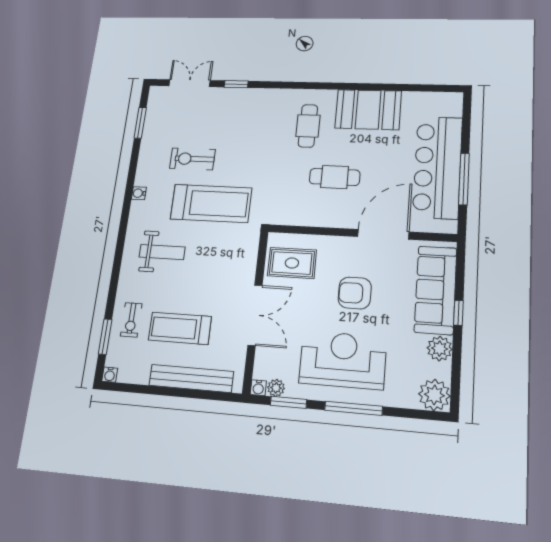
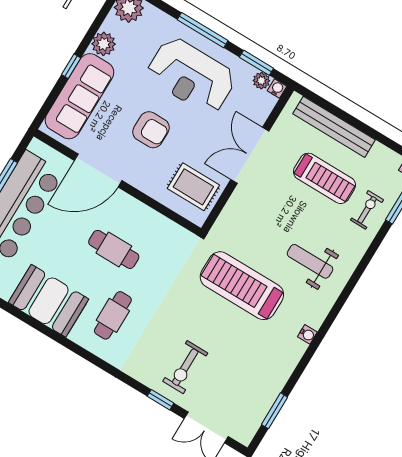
exercise bike: (192, 159) -> (185, 367), moved, turned 90

